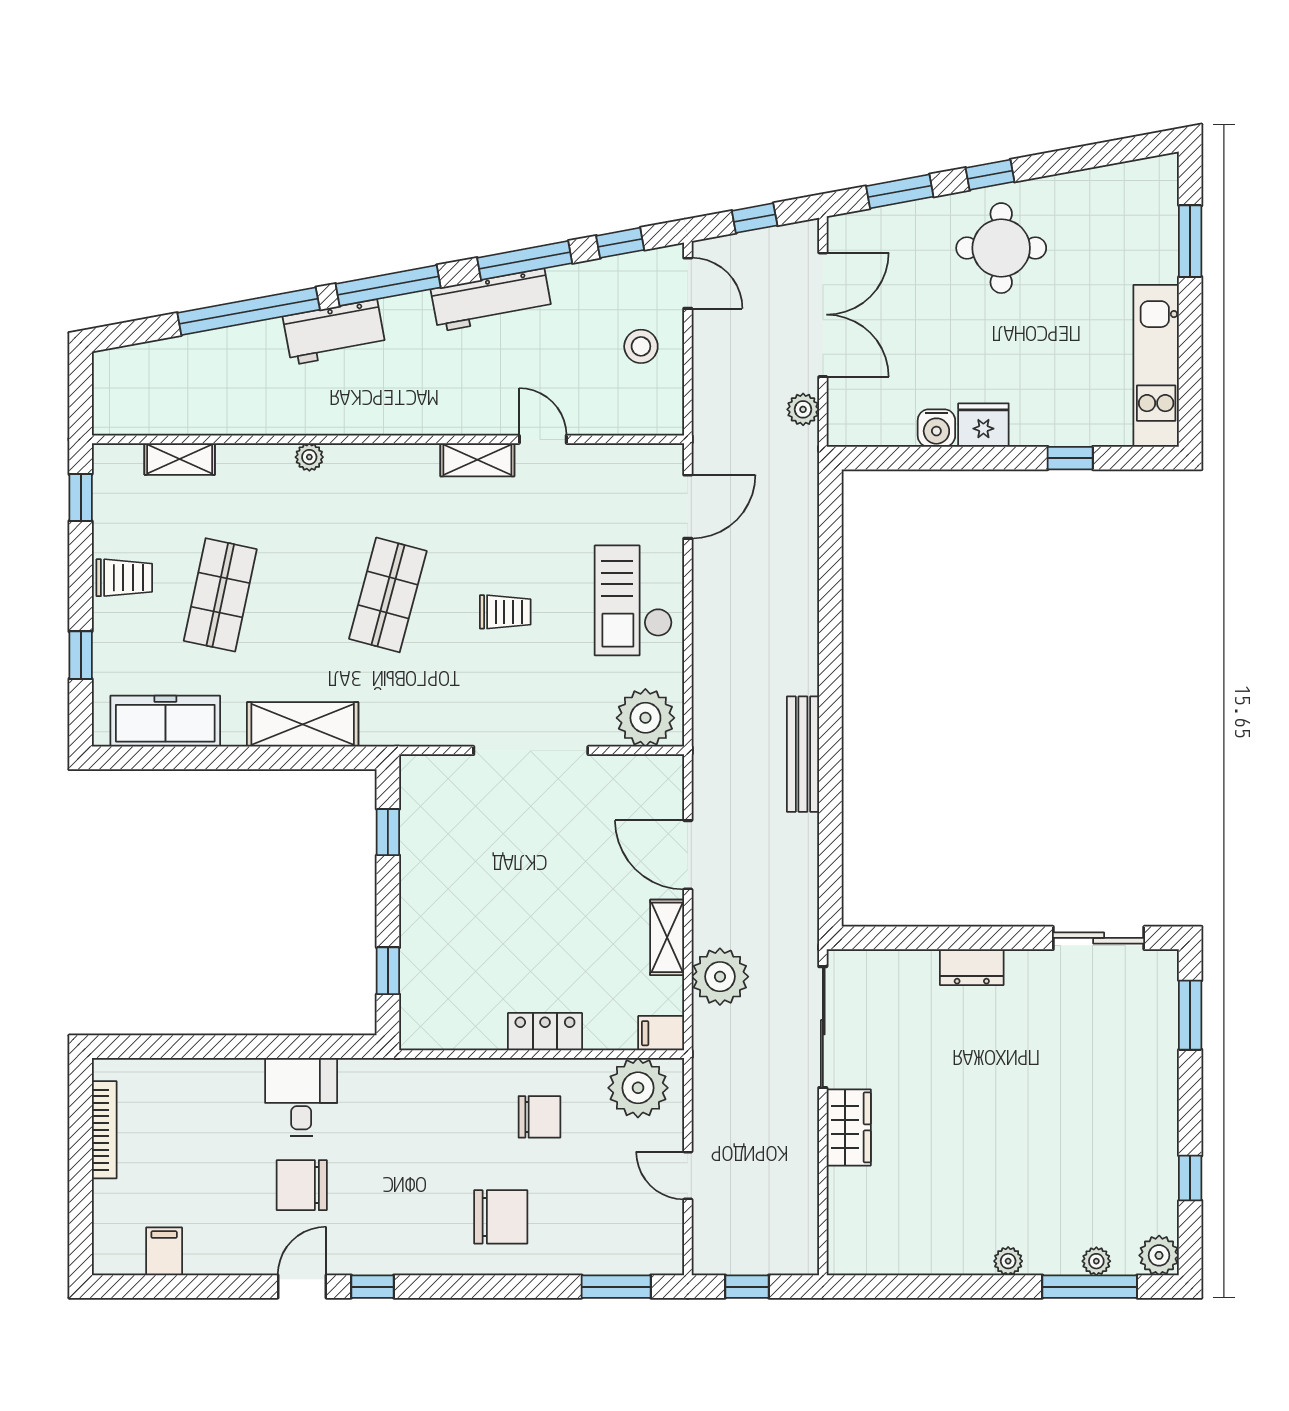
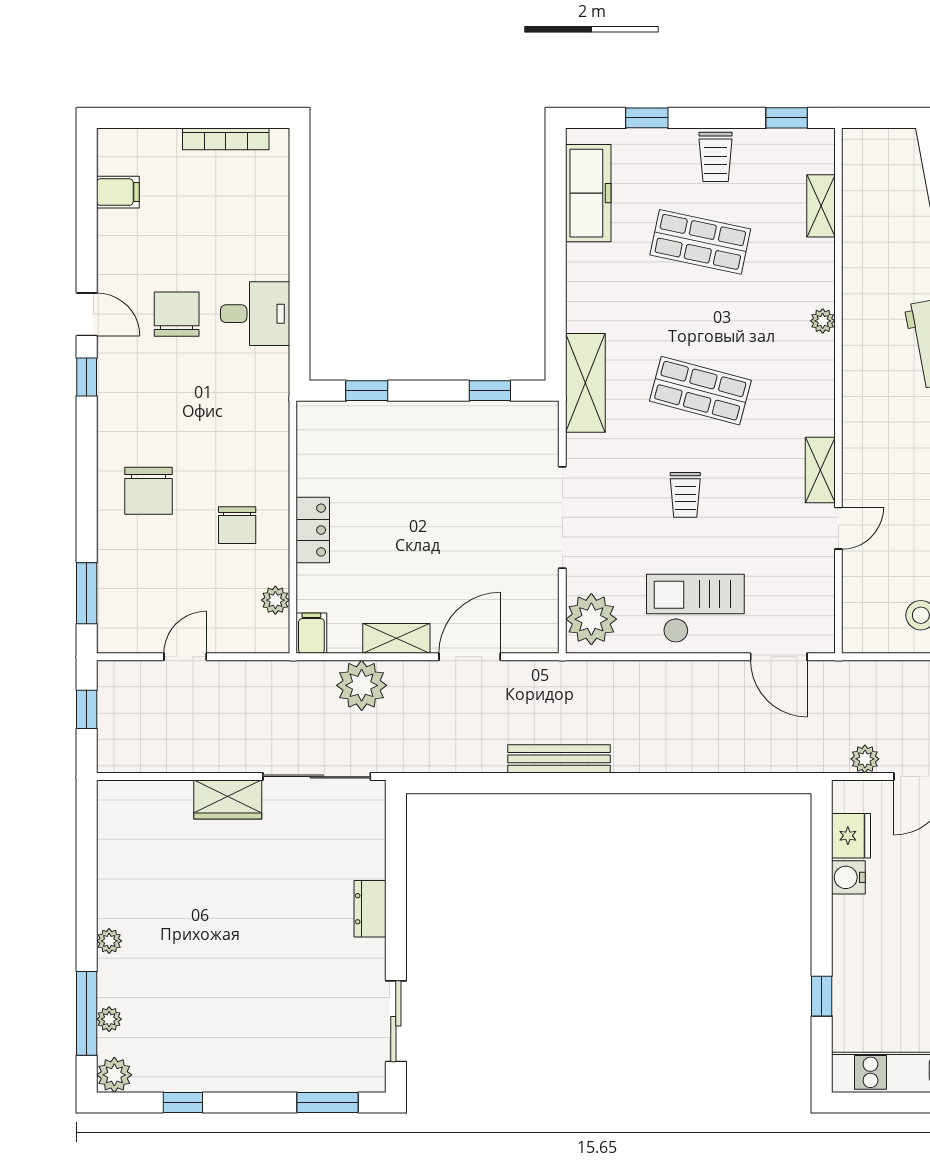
fridge: (983, 425) -> (851, 836), moved
shelving: (303, 724) -> (585, 383), moved
plant: (638, 1088) -> (275, 600), width x0.53, depth x0.53

